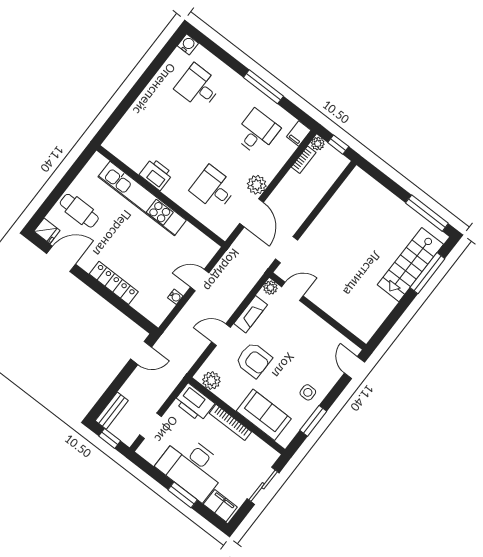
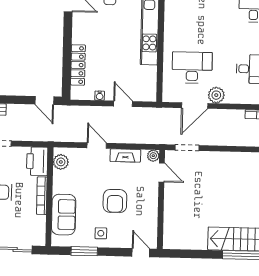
printer: (156, 174) -> (173, 22), removed
desk: (213, 188) -> (192, 68), width x1.37
locker: (114, 283) -> (78, 65), moved
armchair: (254, 360) -> (115, 201), moved
door: (354, 368) -> (141, 253), hinge flipped

